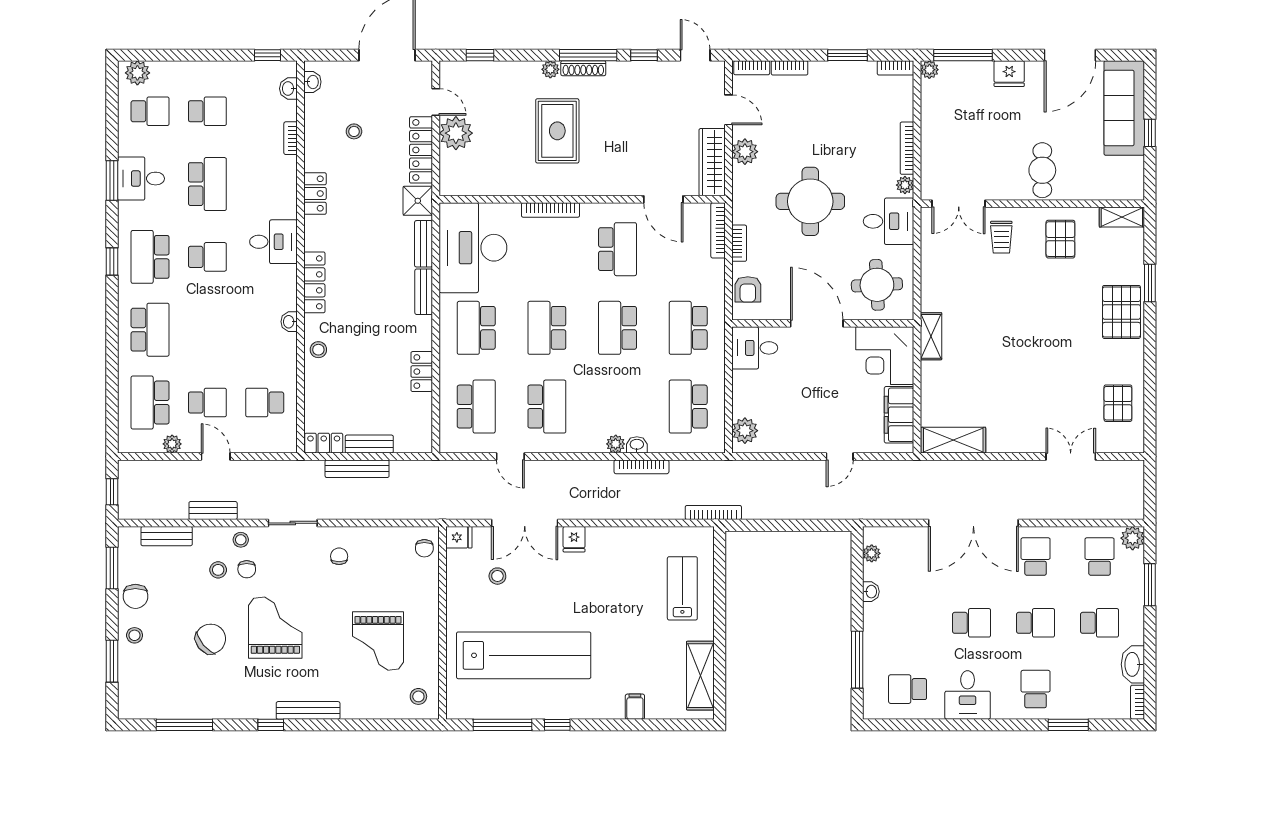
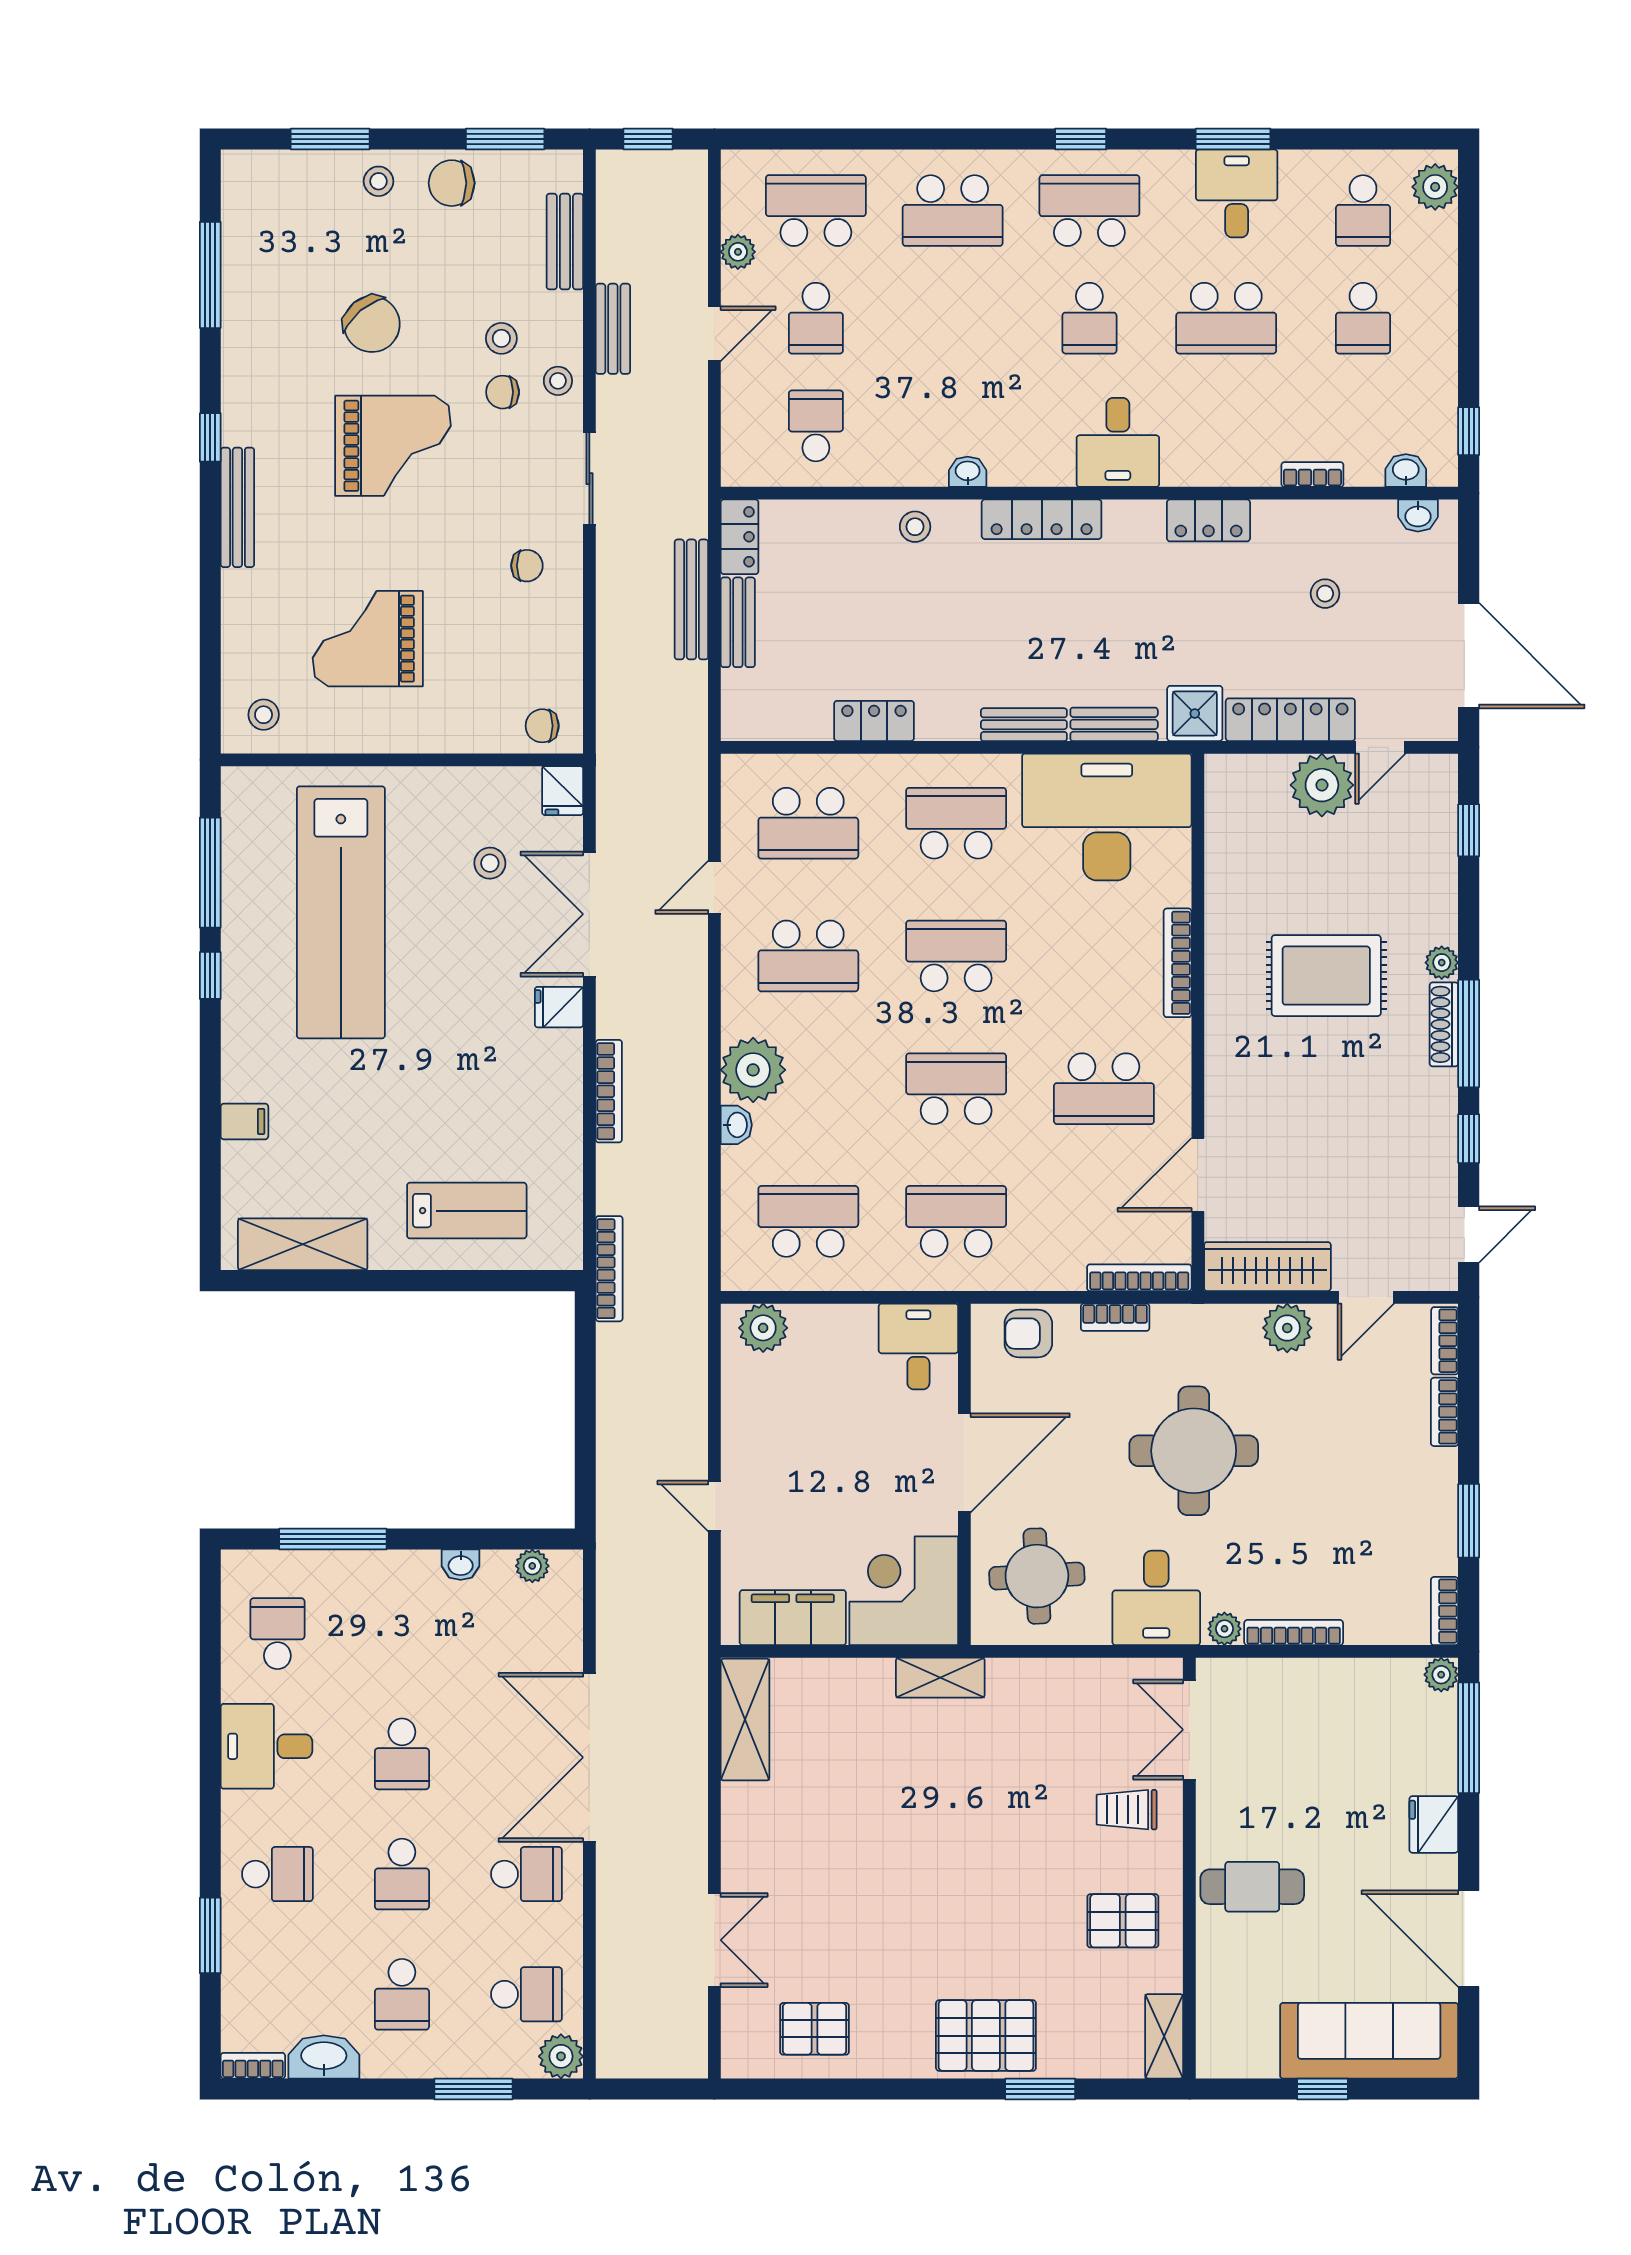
plant: (616, 444) -> (753, 1070), width x1.87, depth x1.87
bookcase: (641, 467) -> (609, 1091), moved, turned 180

